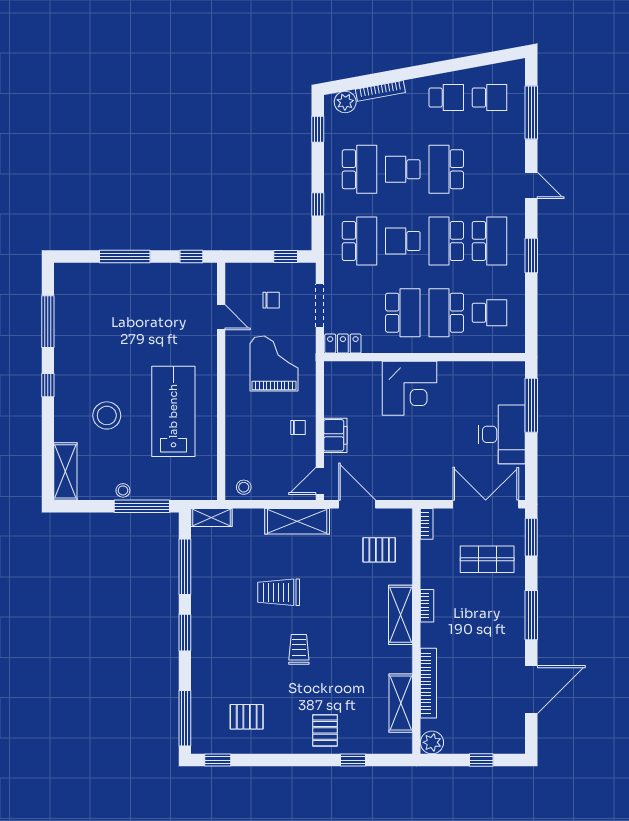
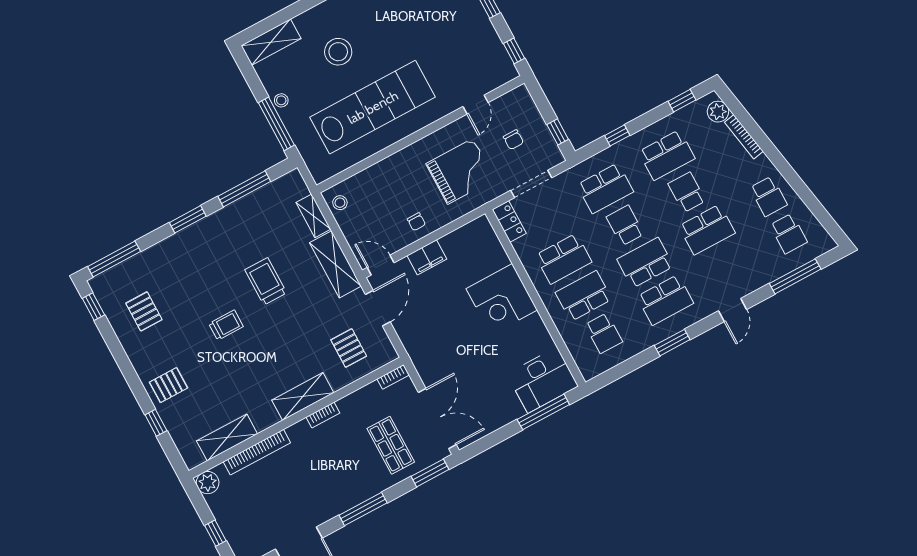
school desk: (446, 169) -> (707, 230), turned 180
lab bench: (173, 411) -> (373, 107), width x1.36
desk: (502, 434) -> (542, 380), moved
shelving: (211, 517) -> (313, 216), moved

